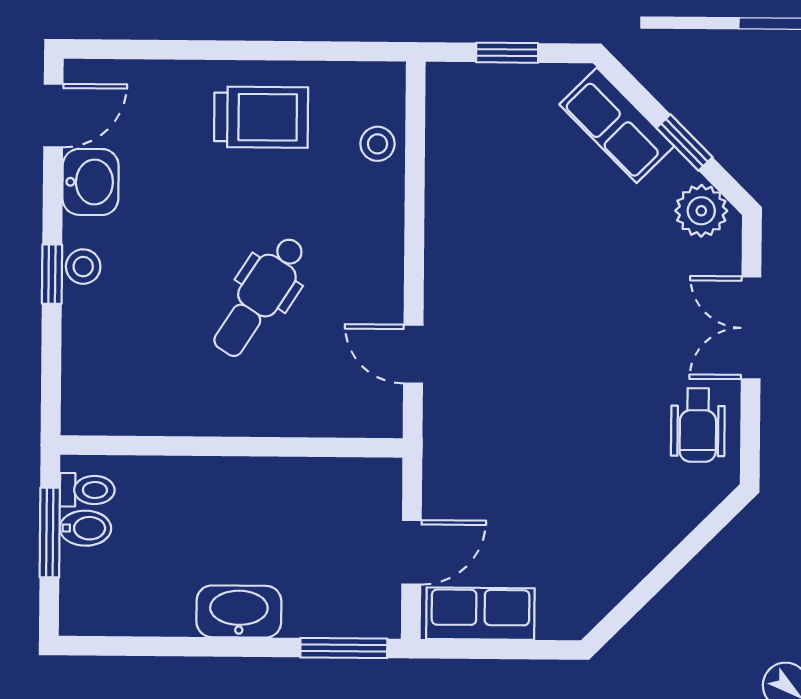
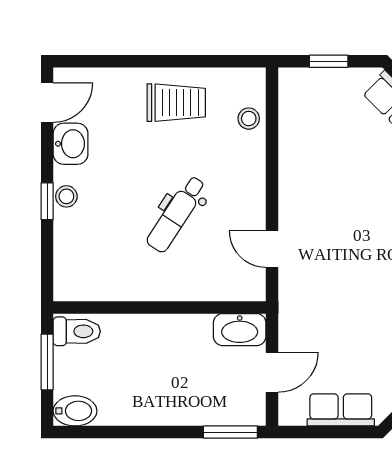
toilet: (87, 490) -> (77, 331), width x1.37, depth x1.39
bidet: (85, 528) -> (75, 411), moved, width x1.38, depth x1.36
washbasin: (239, 611) -> (240, 330), moved, turned 180
row of seats: (480, 614) -> (341, 410), moved

